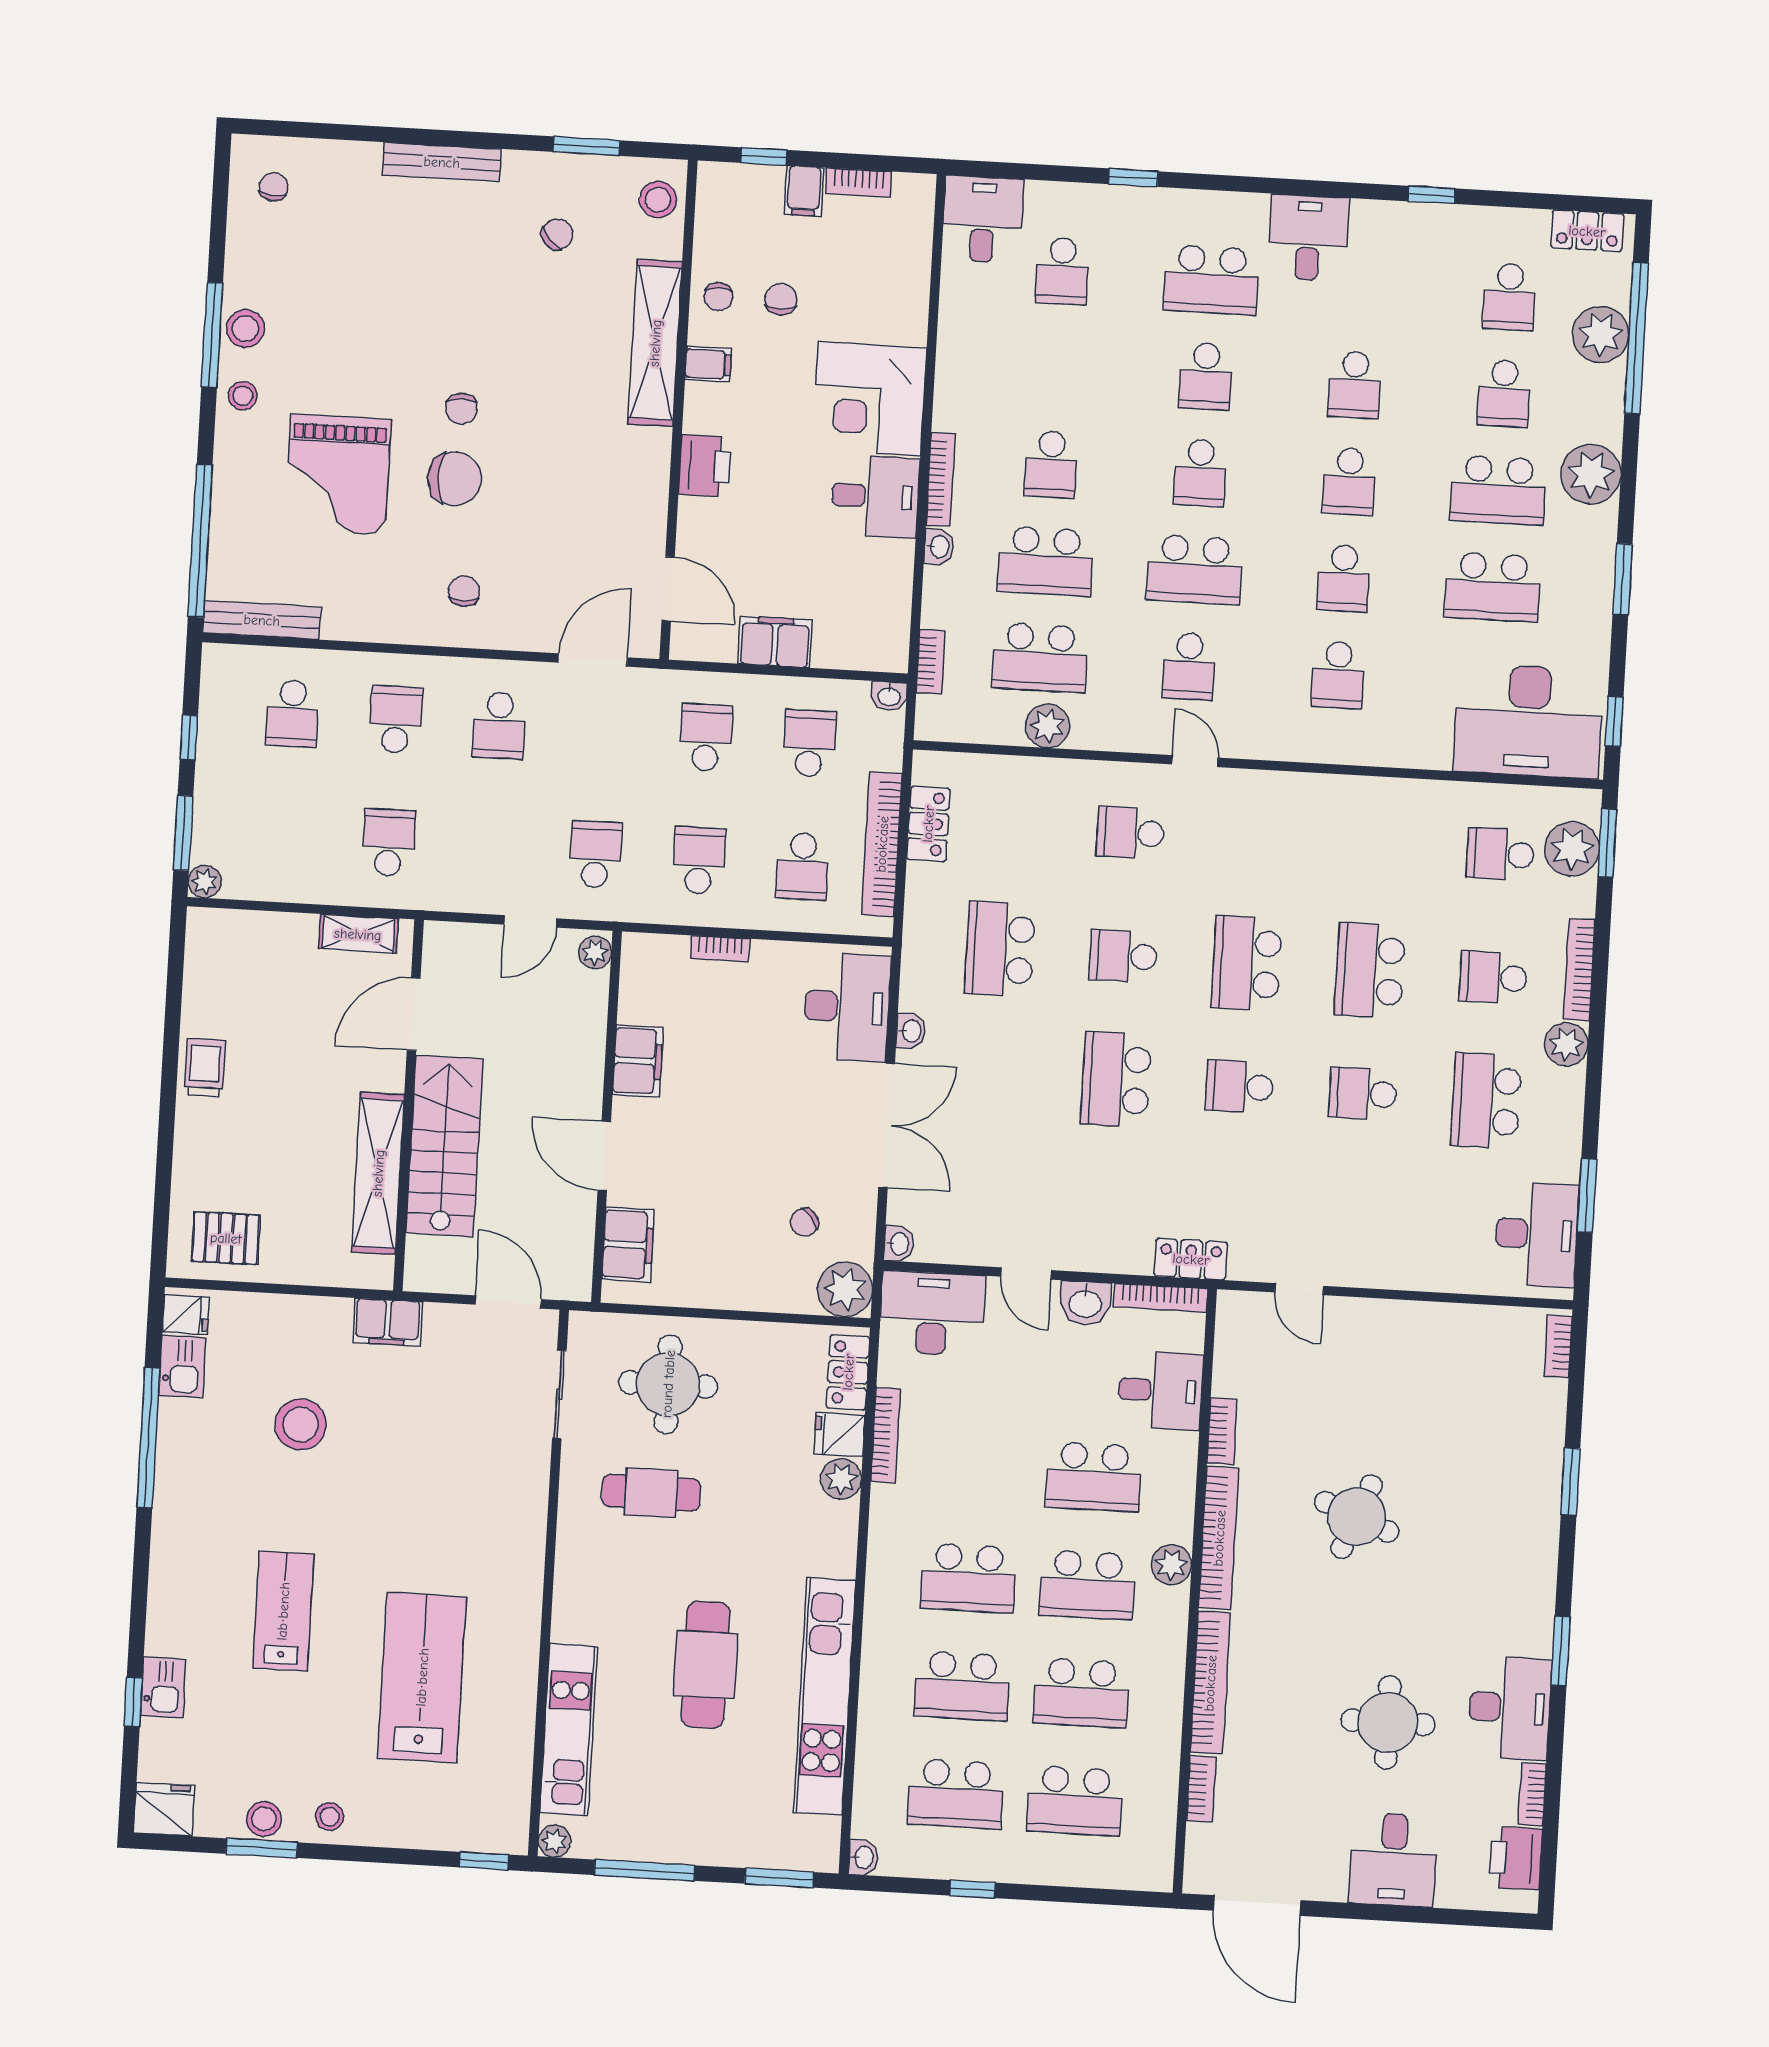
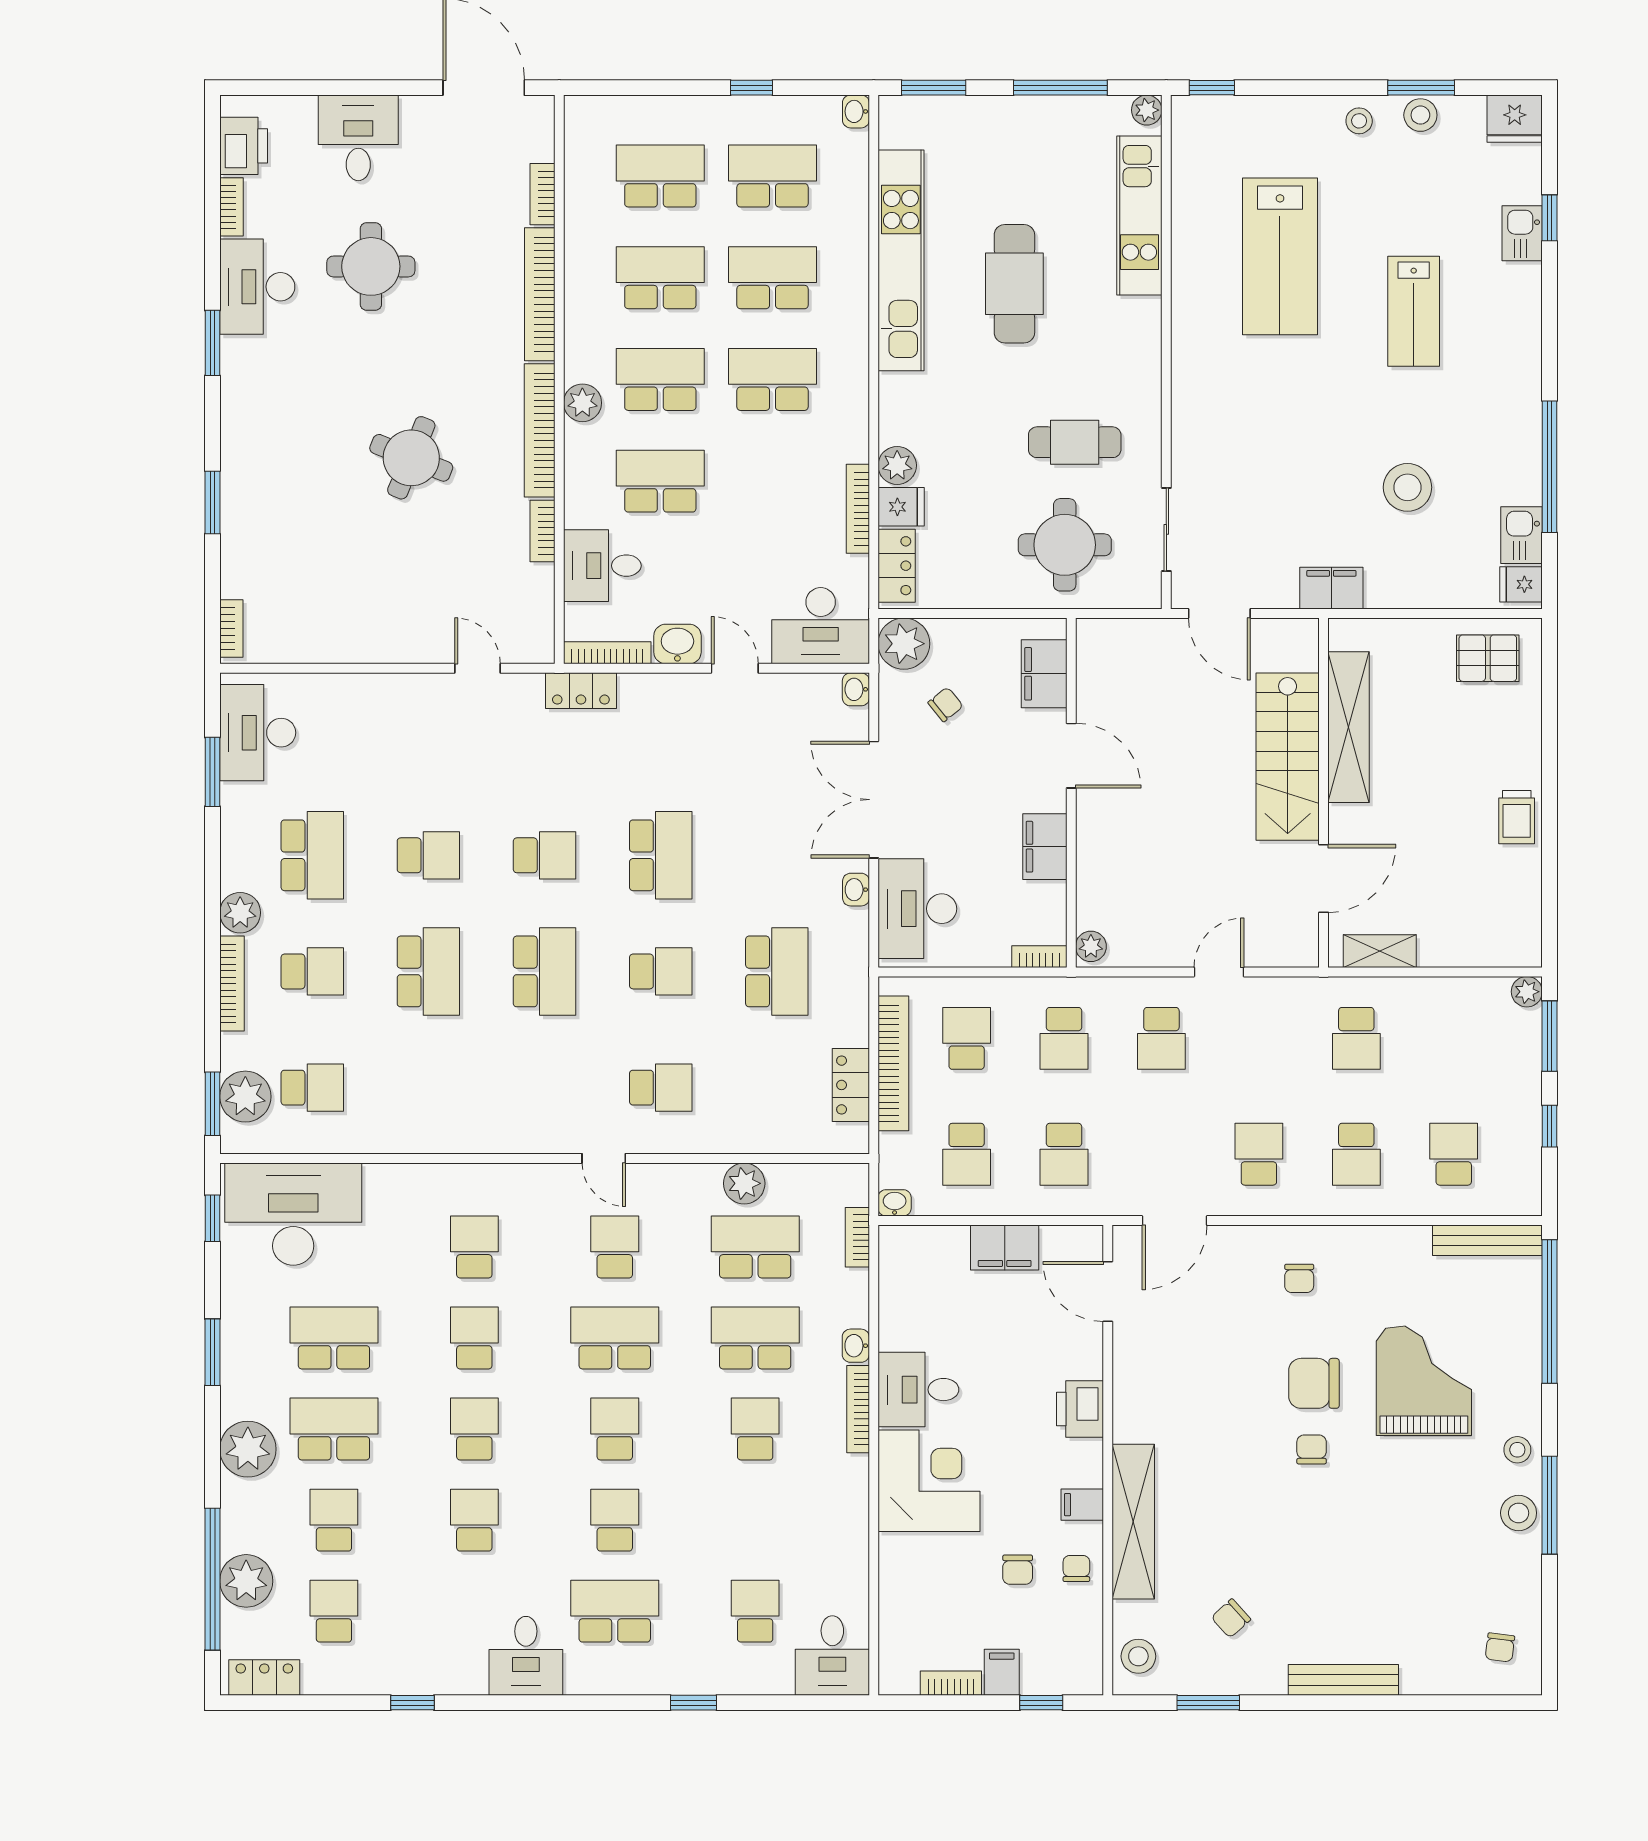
plant: (595, 952) -> (1091, 946), moved
filing cabinet: (638, 1061) -> (1045, 847), moved
wall: (606, 1117) -> (1071, 793), moved
door: (604, 1156) -> (1071, 756), moved
filing cabinet: (628, 1245) -> (1044, 674), moved

